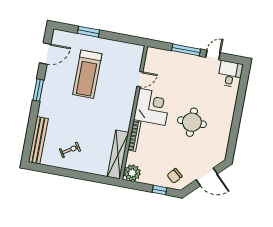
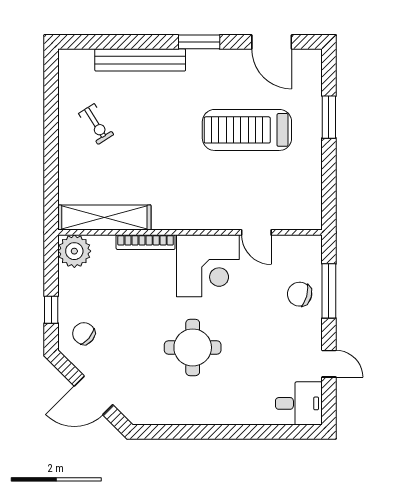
window: (186, 50) -> (329, 291), moved
chair: (175, 63) -> (300, 294), added
bench: (38, 140) -> (140, 60), moved
door: (207, 177) -> (93, 395), hinge flipped

